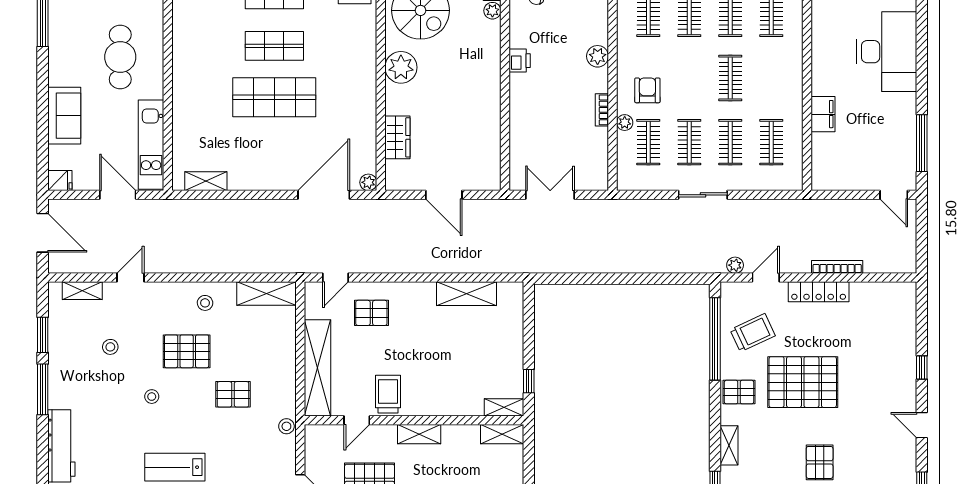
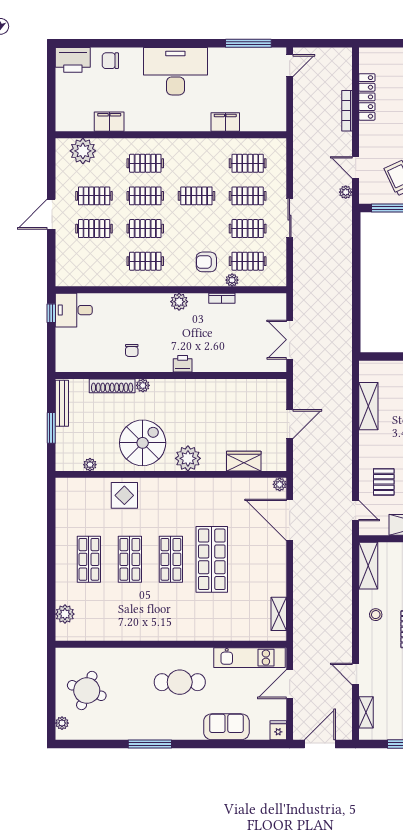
locker: (819, 292) -> (367, 97), moved

